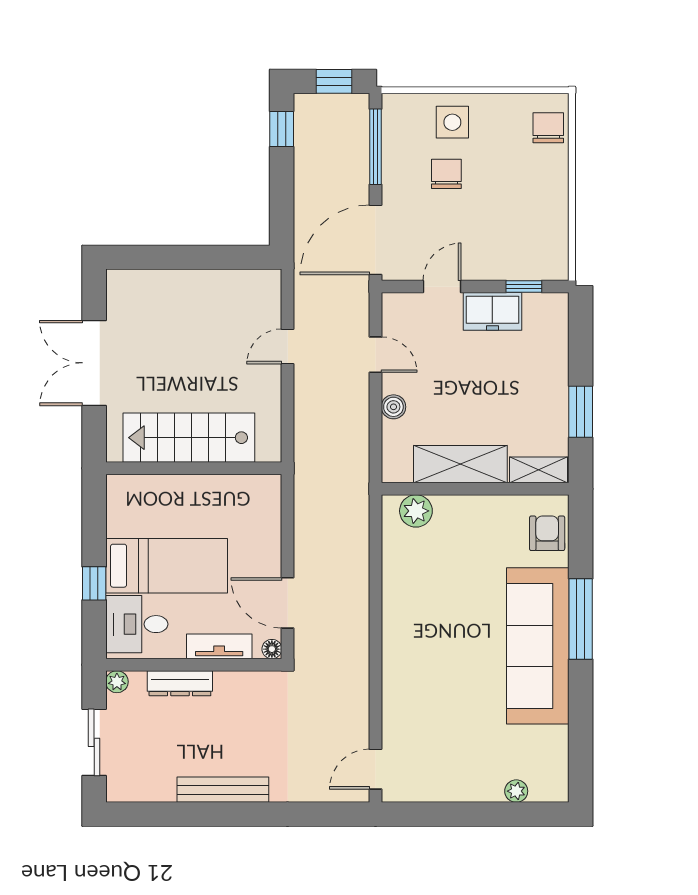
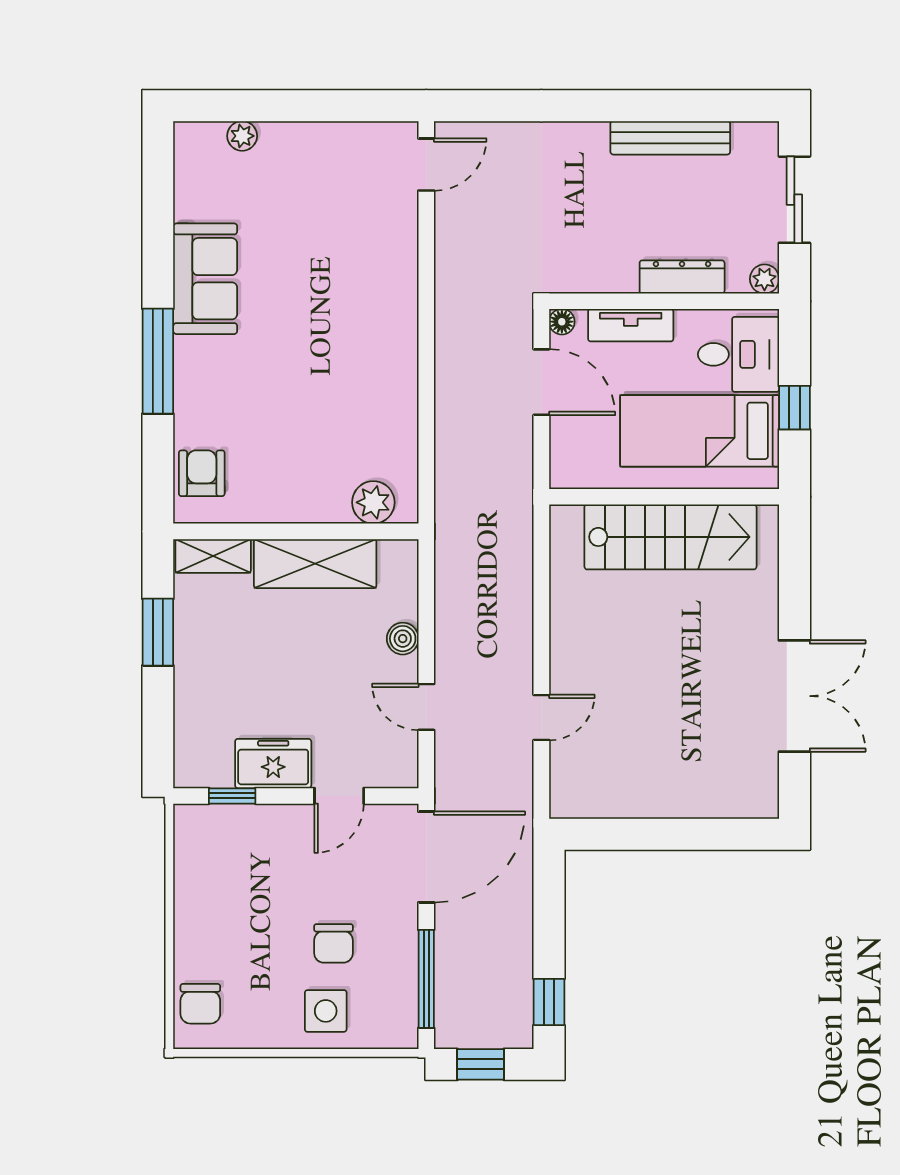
stairs: (189, 438) -> (670, 537), moved
wall: (194, 468) -> (664, 497), moved
armchair: (547, 533) -> (202, 473), turned 180
sofa: (538, 646) -> (205, 279), width x0.54, depth x0.79
bench: (223, 790) -> (670, 138), moved

